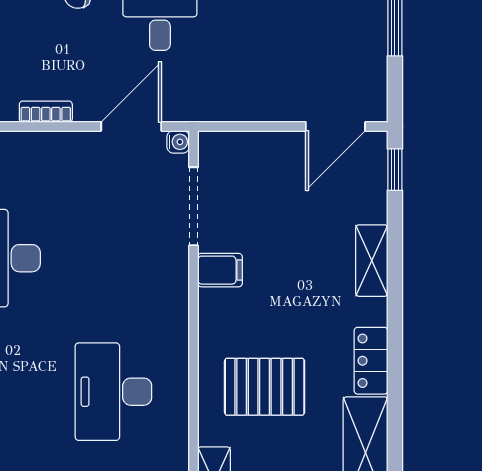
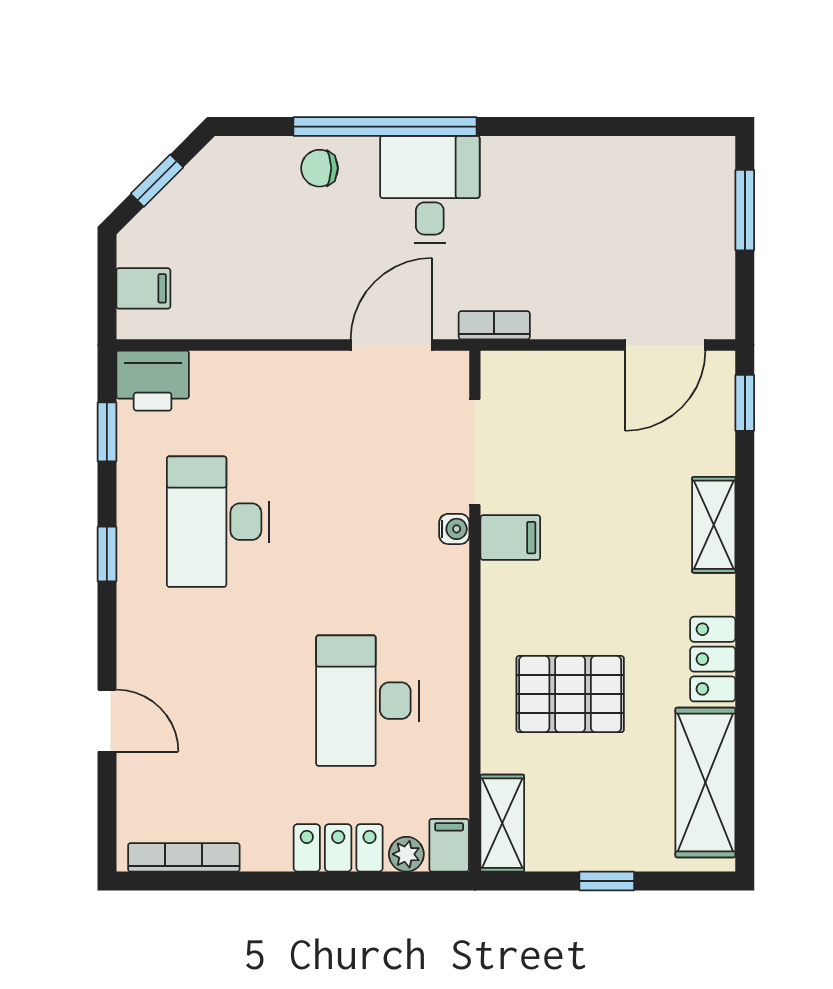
bookcase: (46, 112) -> (494, 325), moved
water cooler: (178, 142) -> (454, 529), moved

